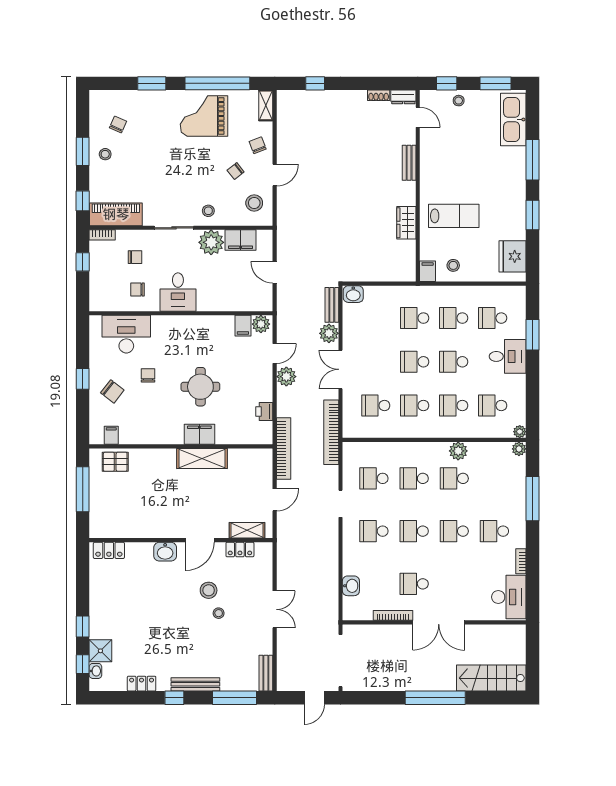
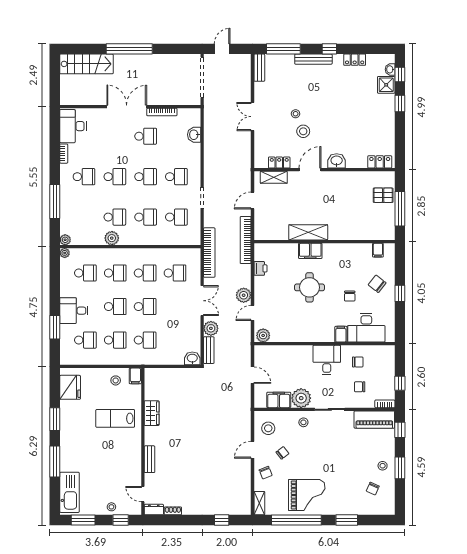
filing cabinet: (243, 326) -> (341, 334), moved
pallet: (115, 462) -> (383, 195), moved

